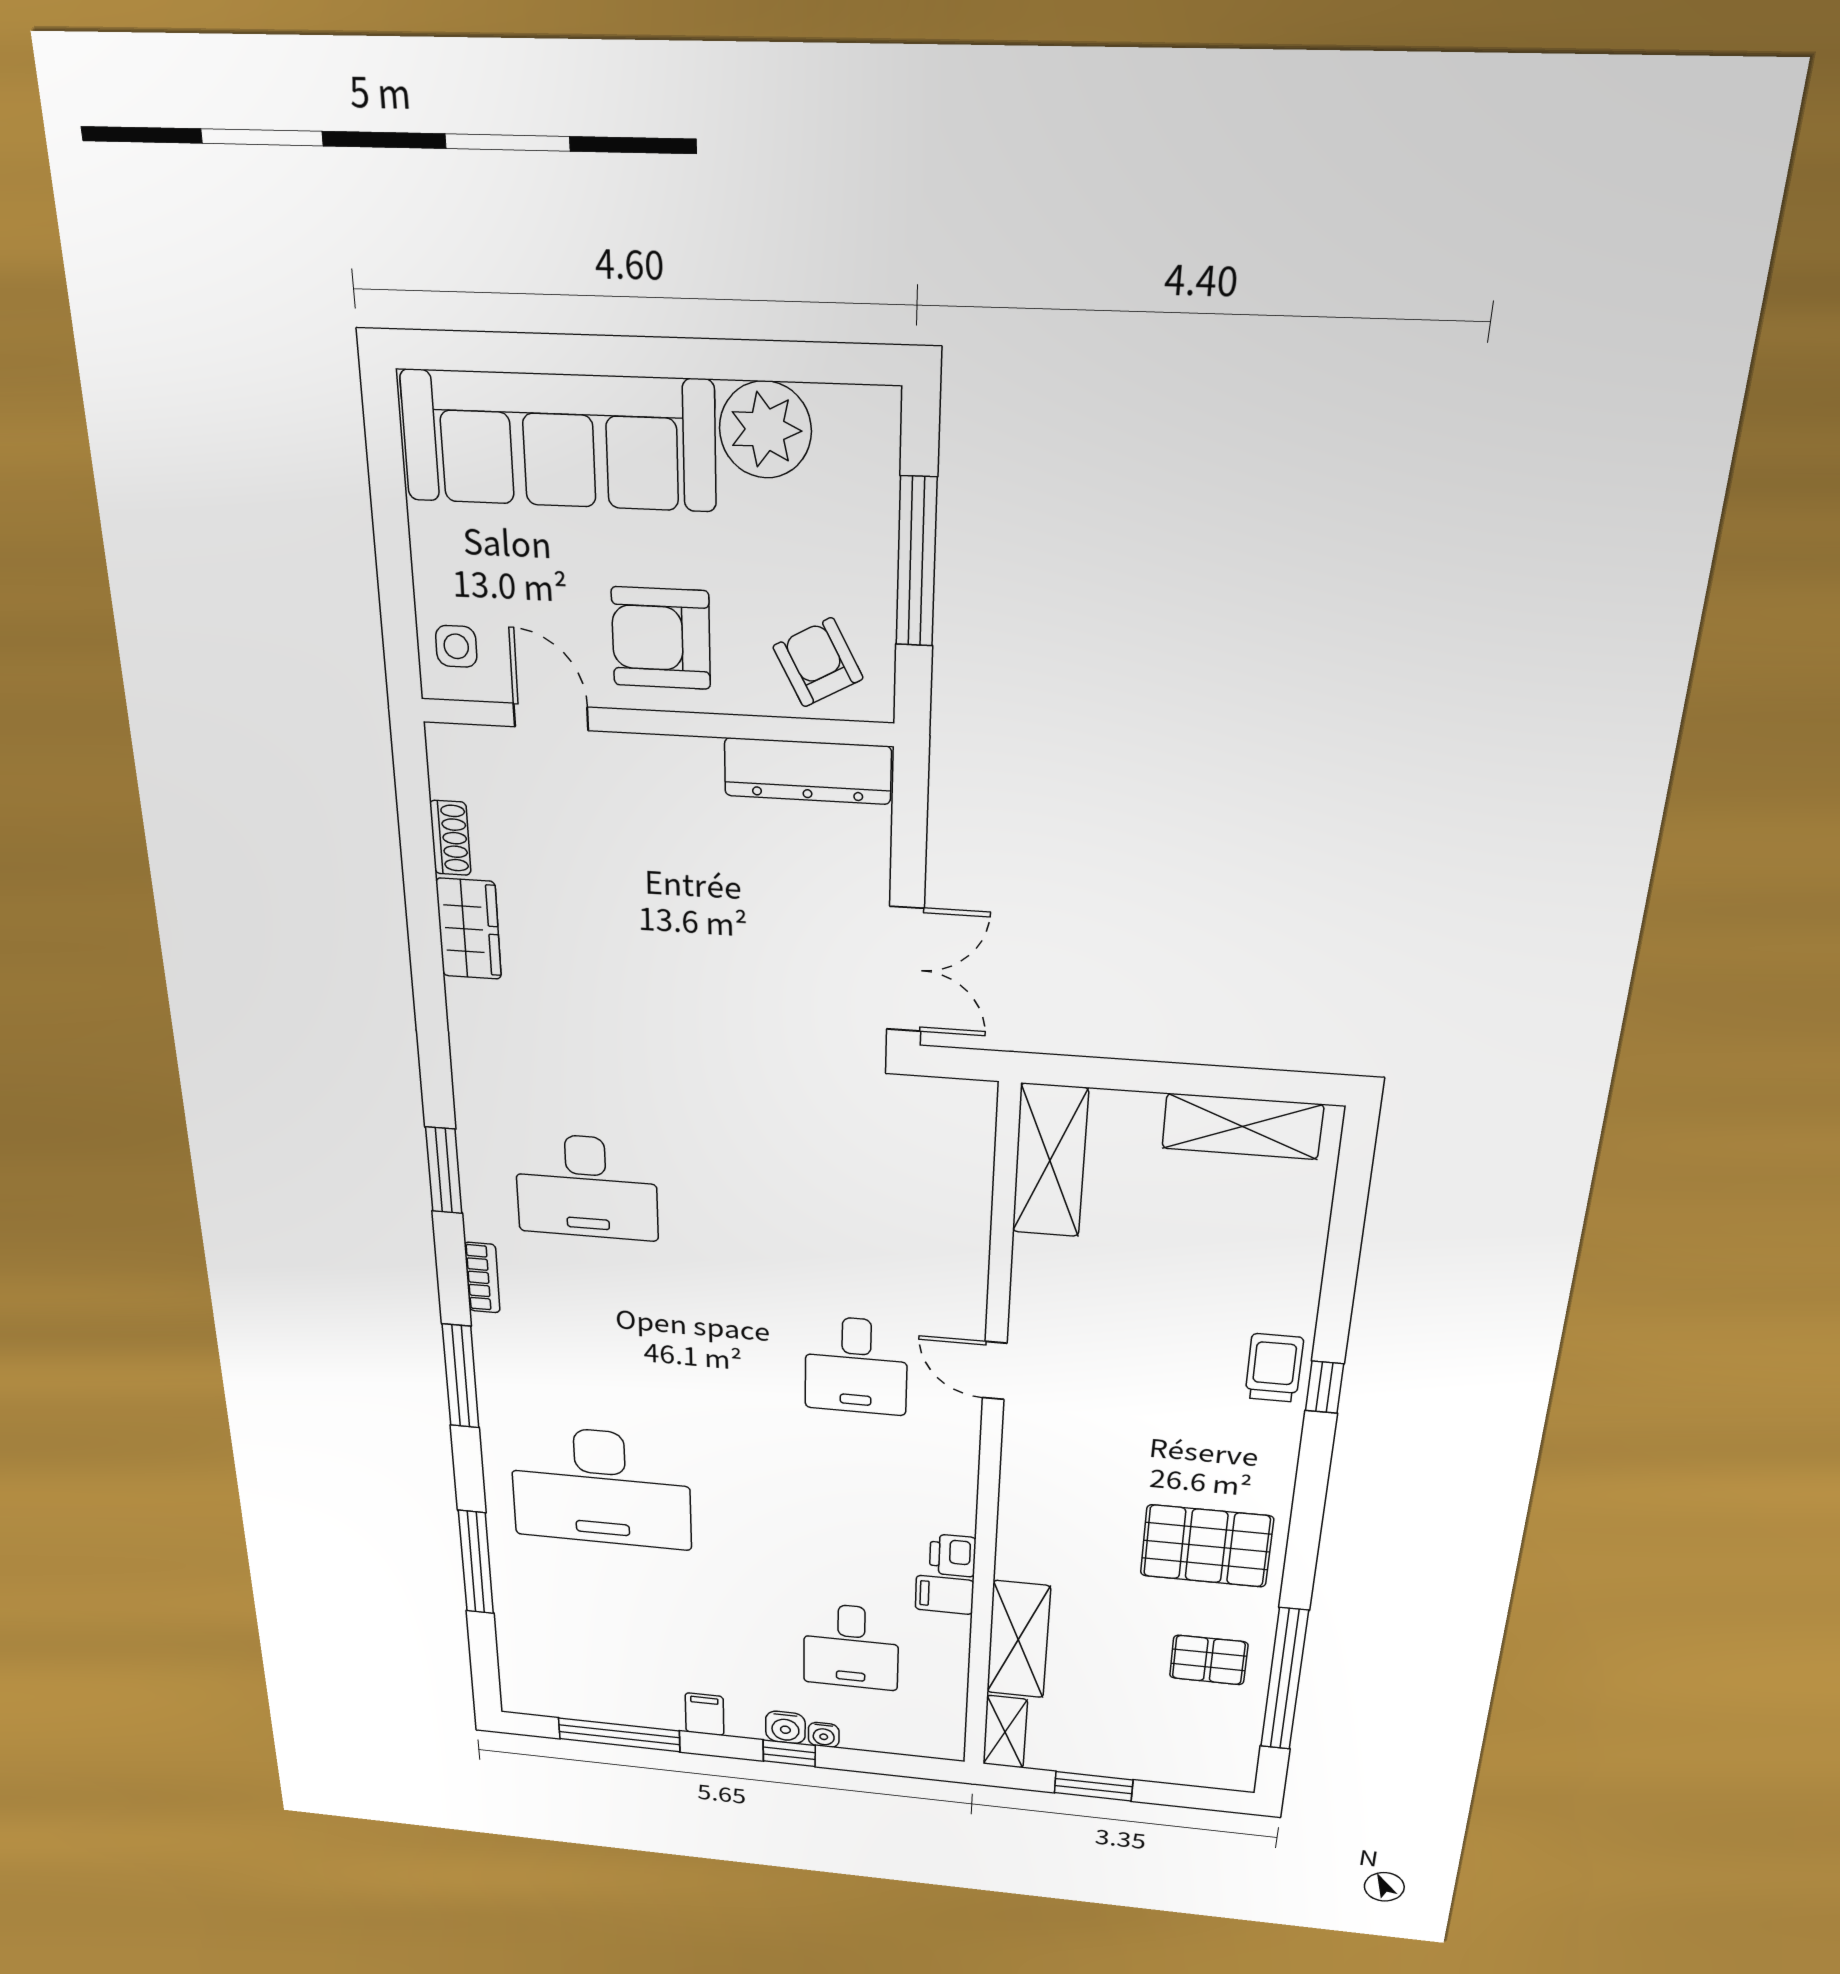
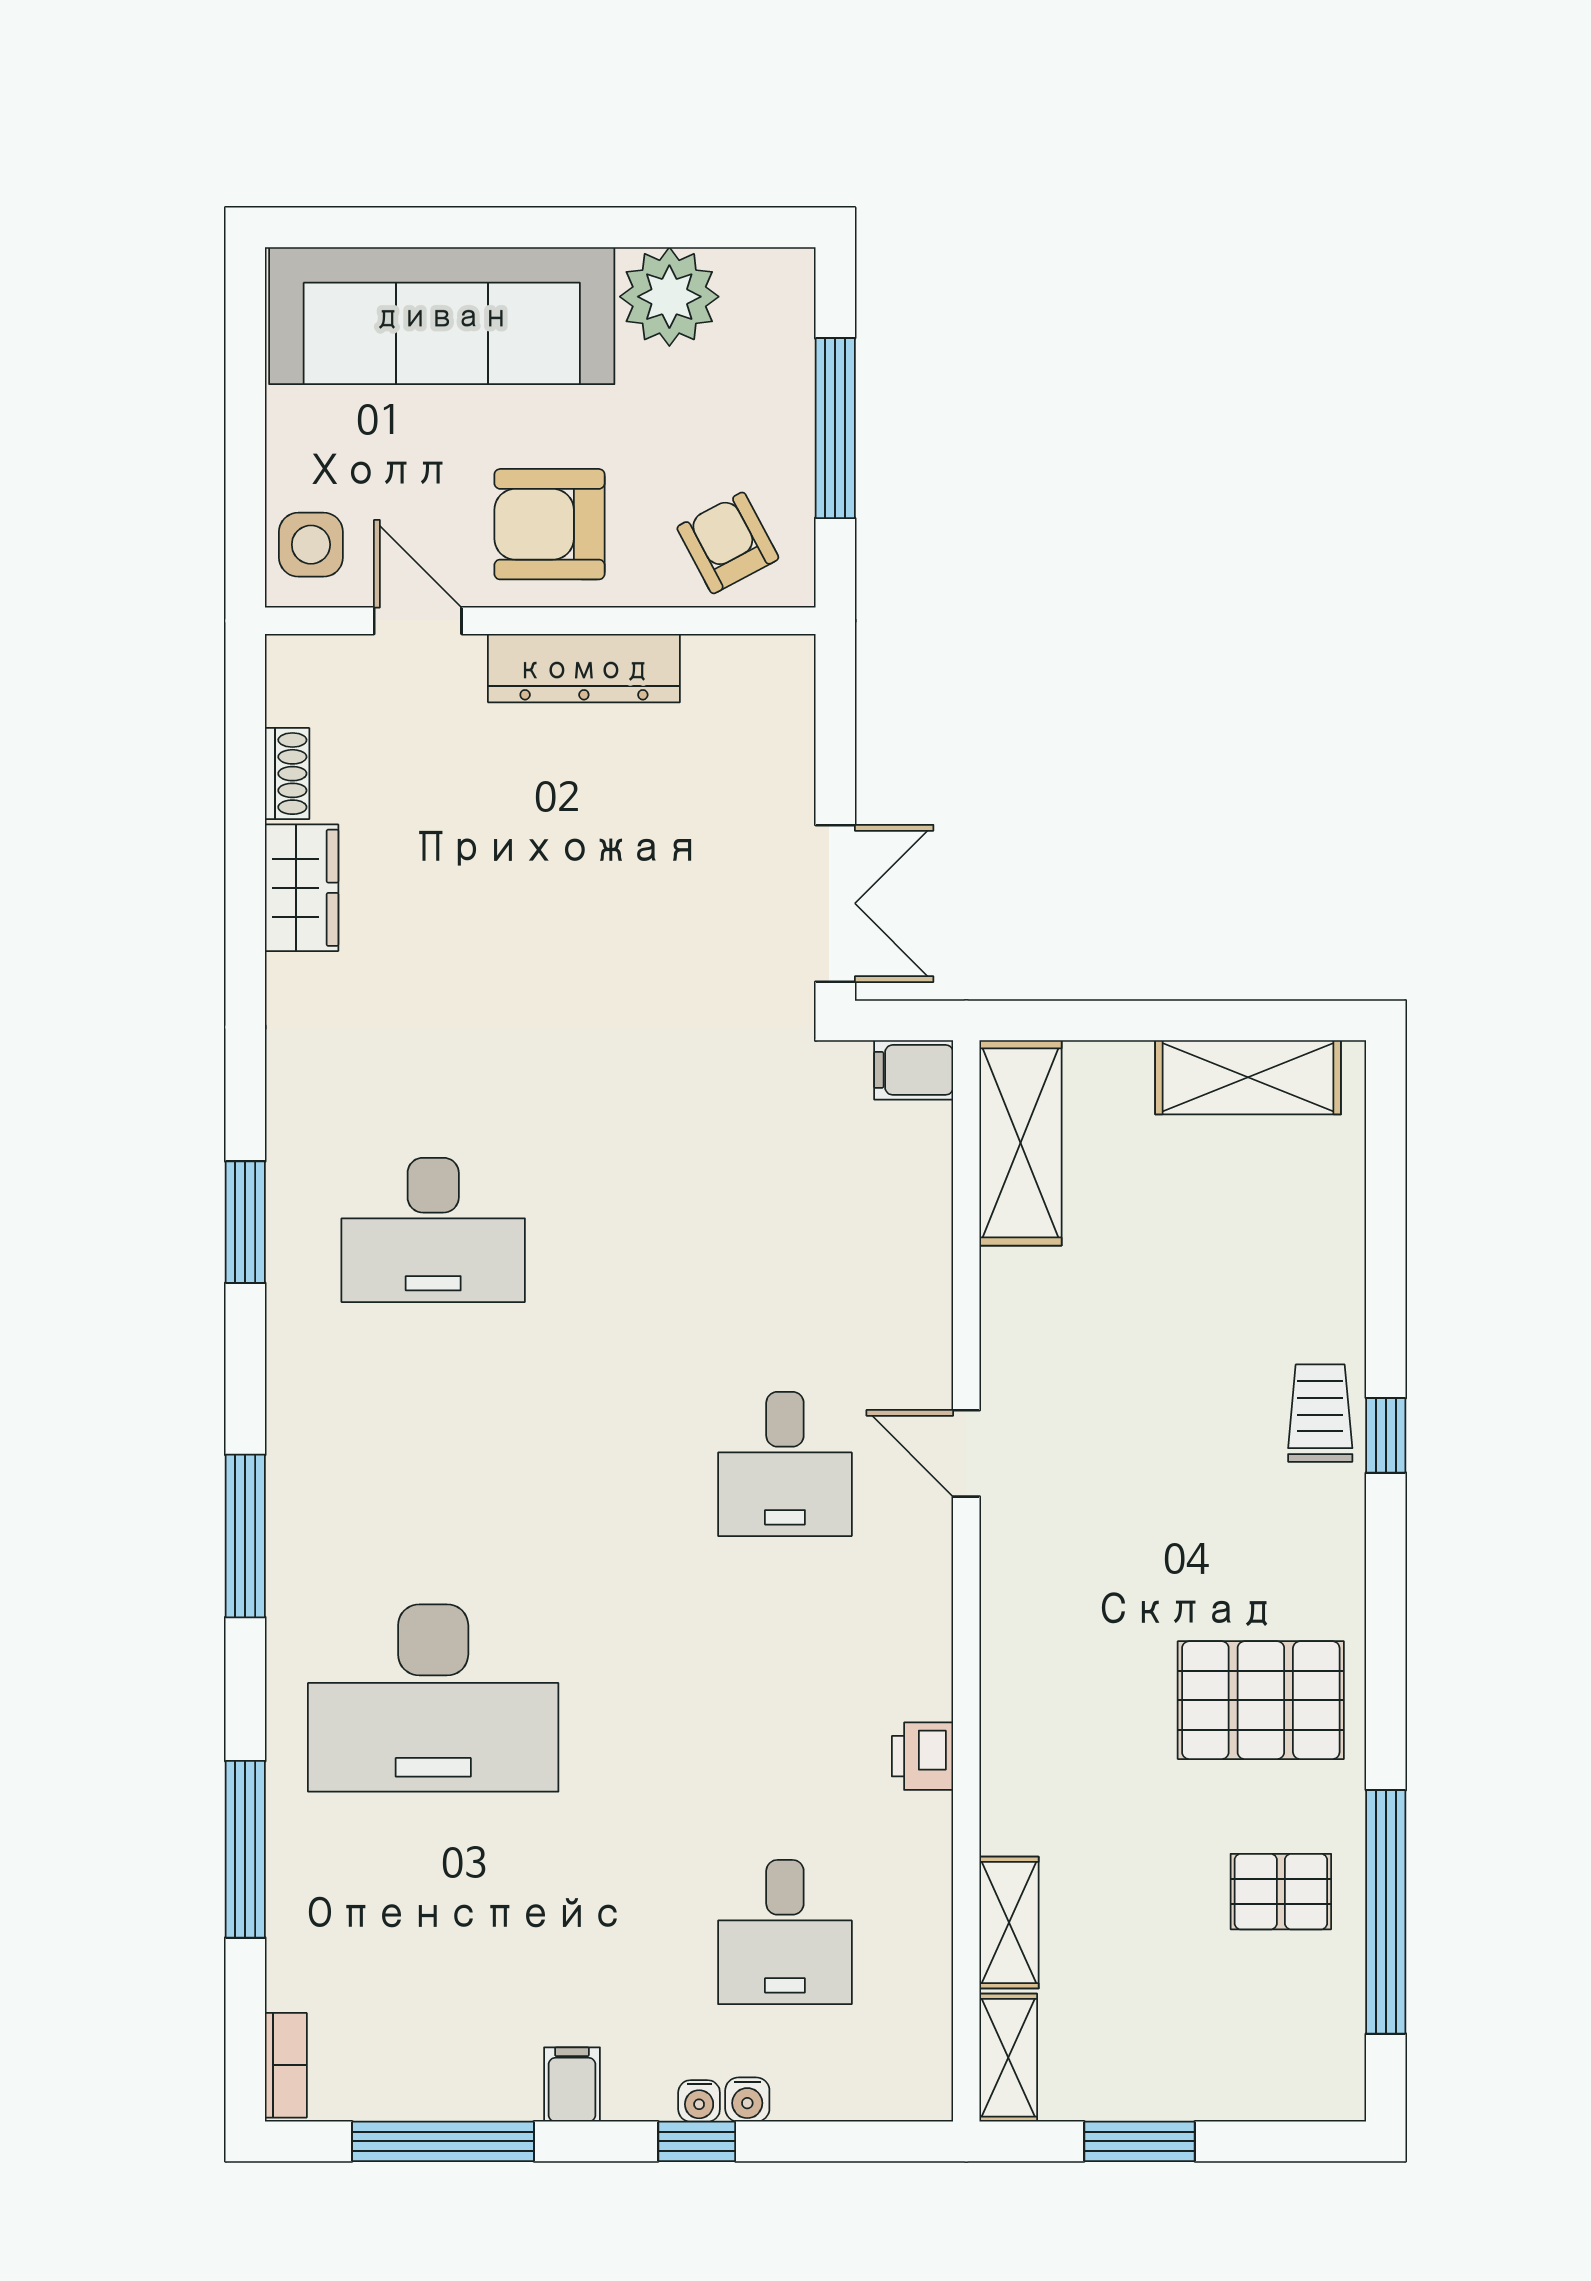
side table: (456, 646) -> (311, 545), width x1.37, depth x1.37
dresser: (808, 771) -> (584, 668), moved
bookcase: (482, 1278) -> (286, 2065), moved
filing cabinet: (944, 1595) -> (914, 1070), moved
shelving: (1018, 1640) -> (1009, 1923), width x0.67, depth x0.75
water cooler: (785, 1727) -> (699, 2101), width x0.72, depth x0.72

